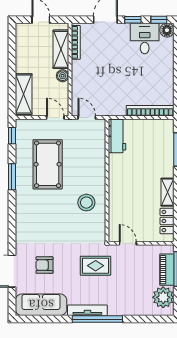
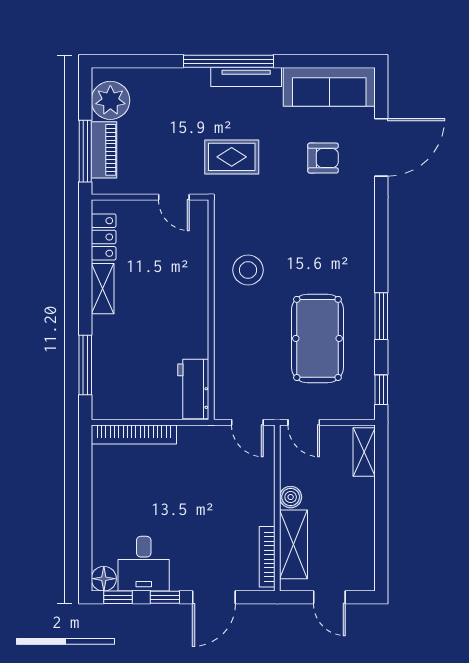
shelving: (24, 94) -> (364, 452), width x0.67, depth x0.75

